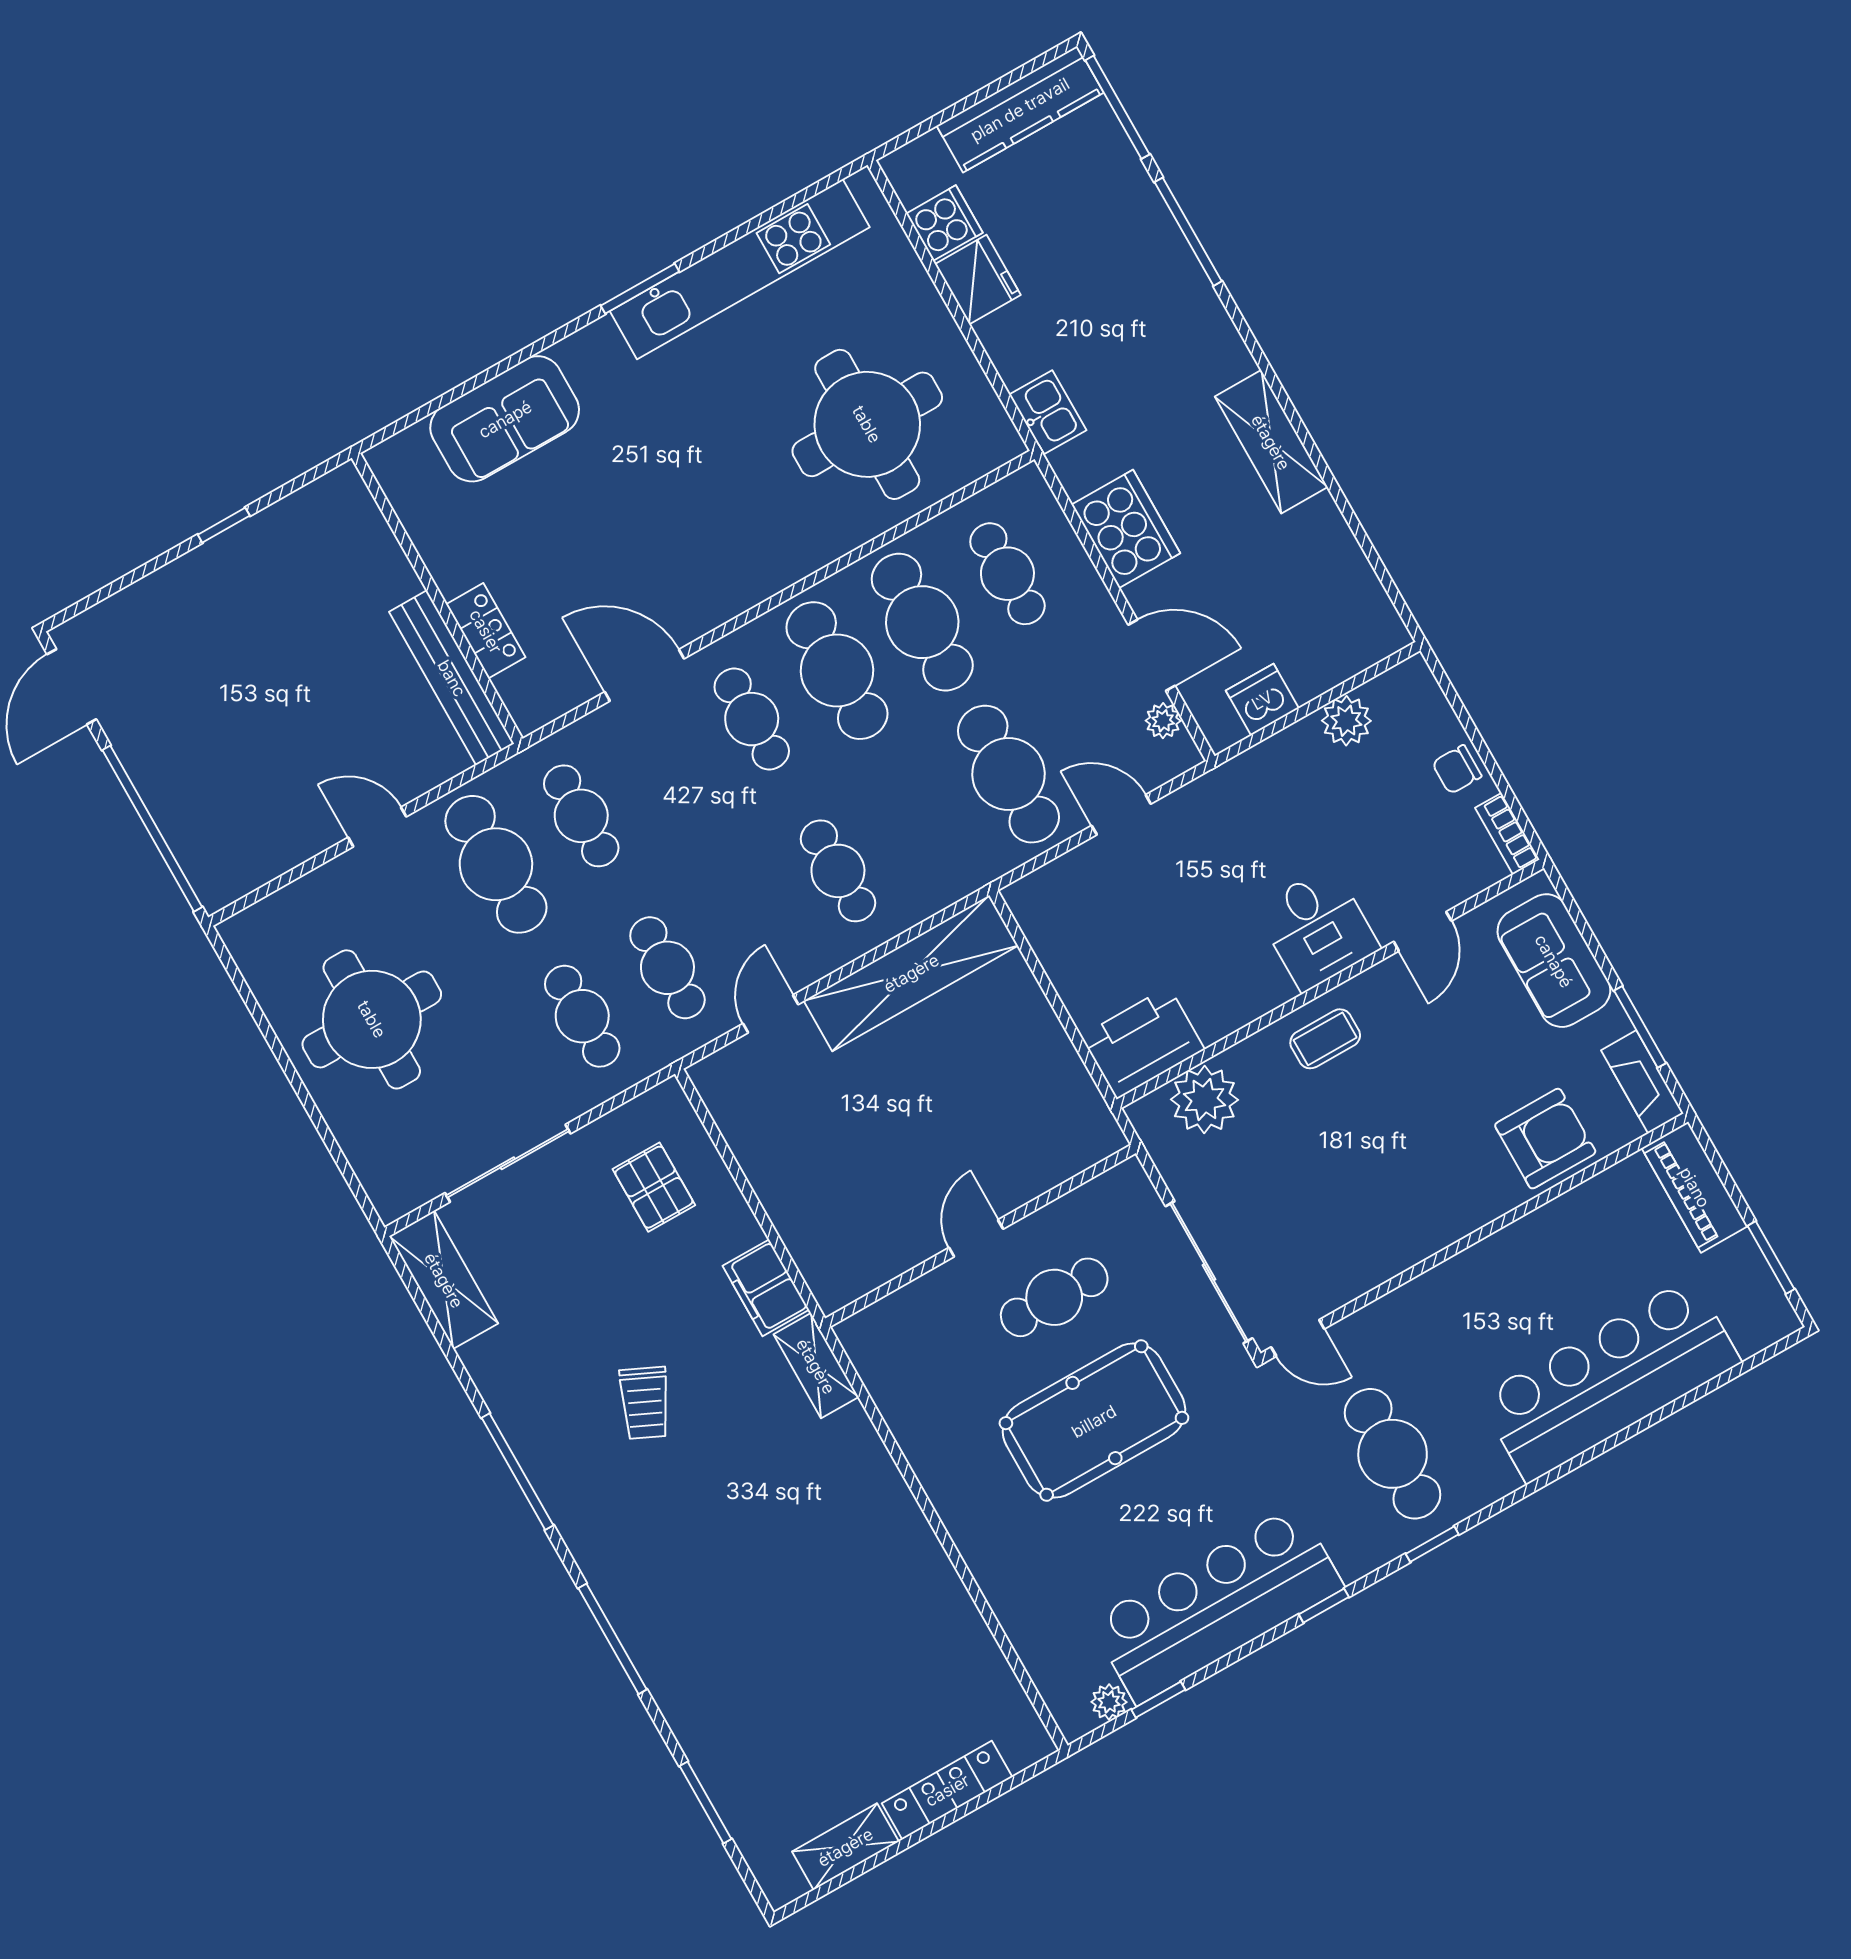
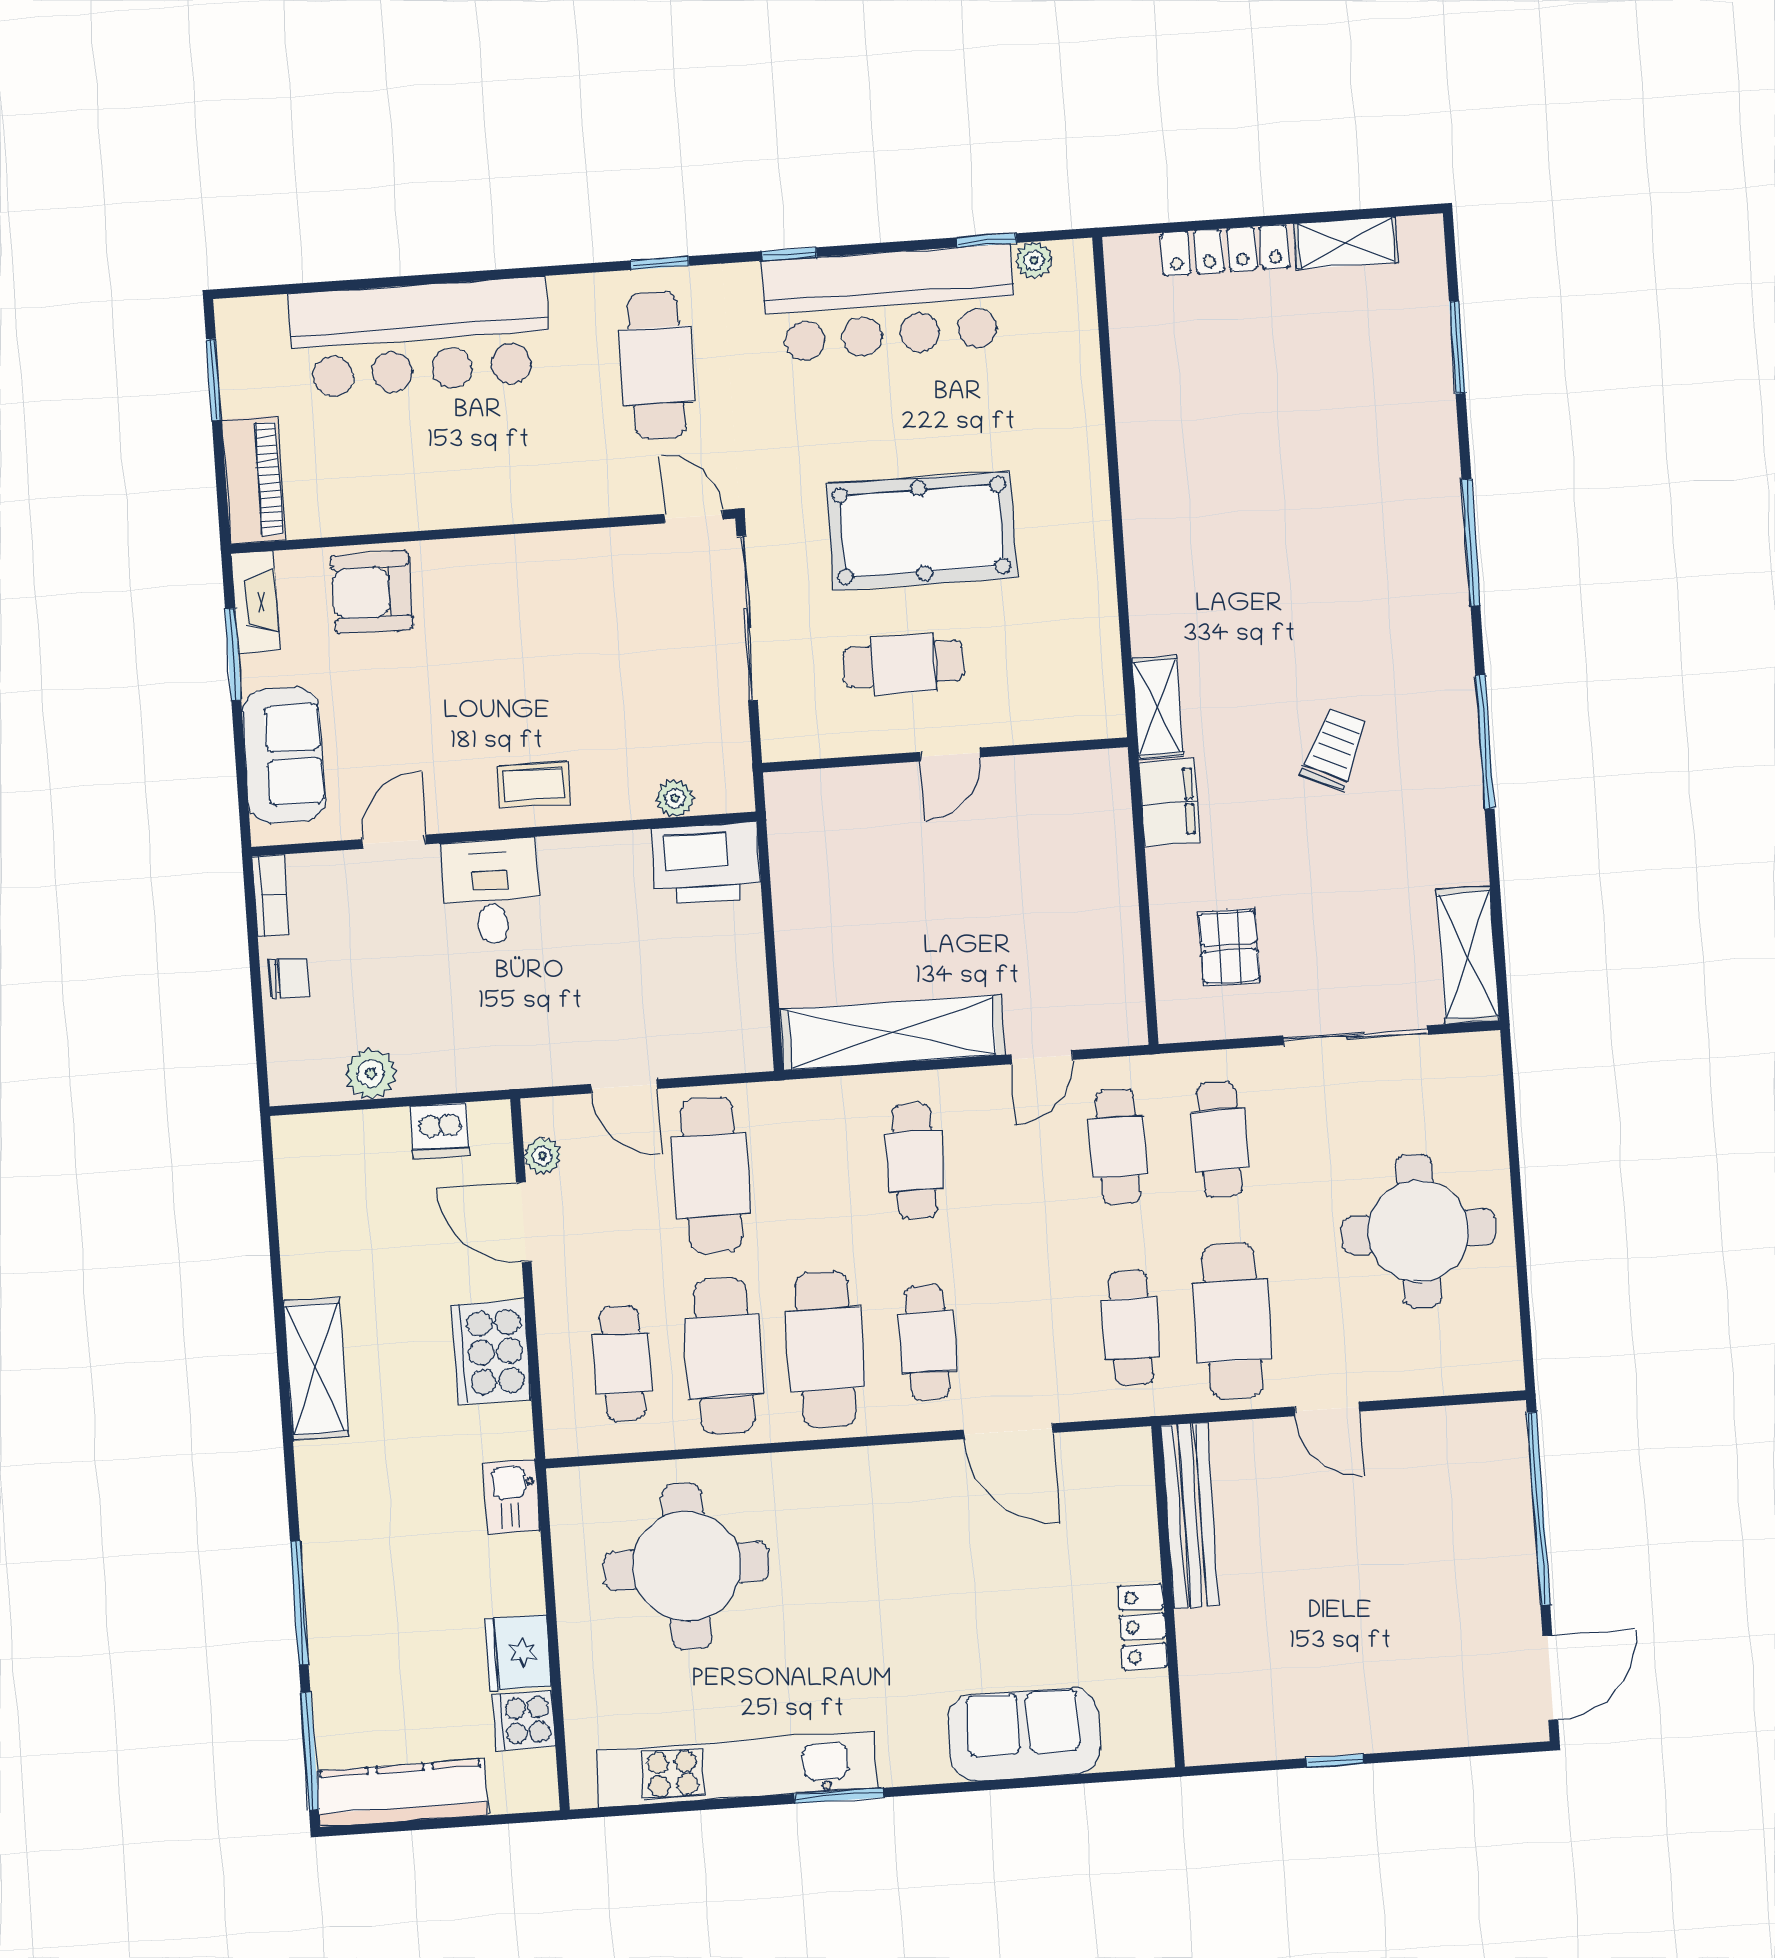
locker: (486, 631) -> (1143, 1627), moved
plant: (1204, 1100) -> (675, 798), width x0.53, depth x0.53

